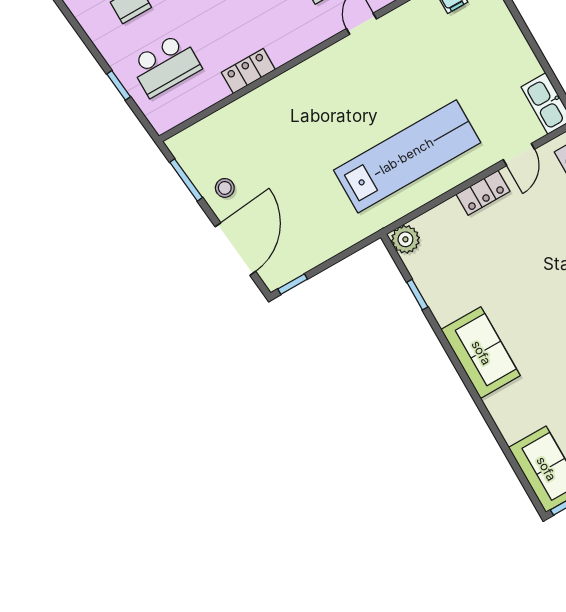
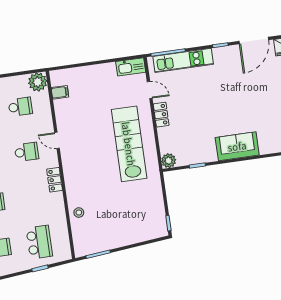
locker: (248, 71) -> (55, 180), moved
stool: (225, 188) -> (79, 213), moved
door: (235, 249) -> (141, 244), removed

